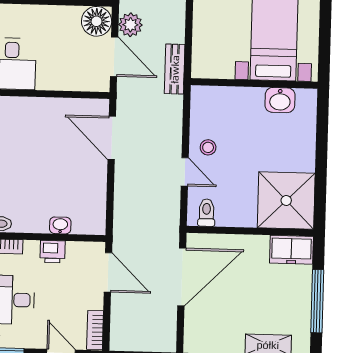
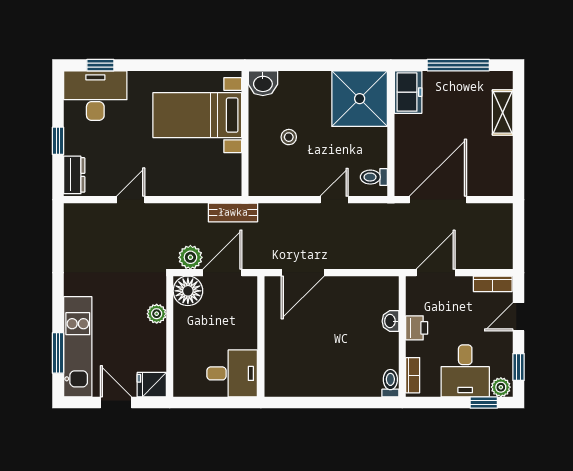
washbasin: (280, 100) -> (263, 83), moved, turned 90
stool: (208, 147) -> (289, 137), moved
door: (182, 277) -> (438, 200), hinge flipped

